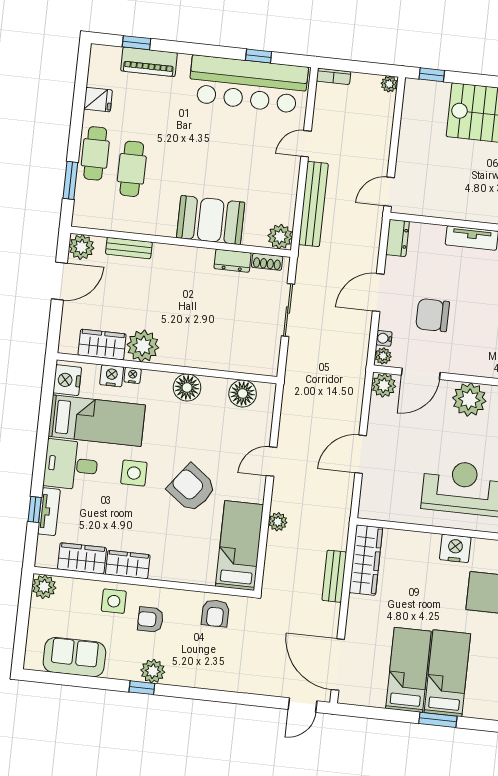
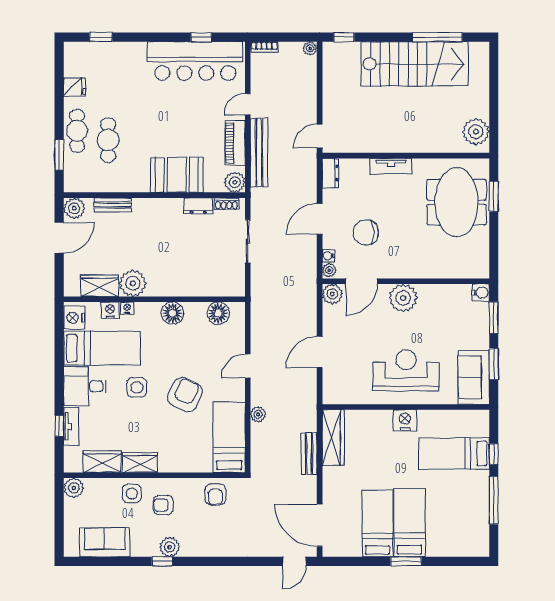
piano: (149, 62) -> (235, 143), moved, turned 90
armchair: (192, 488) -> (185, 395), turned 78

